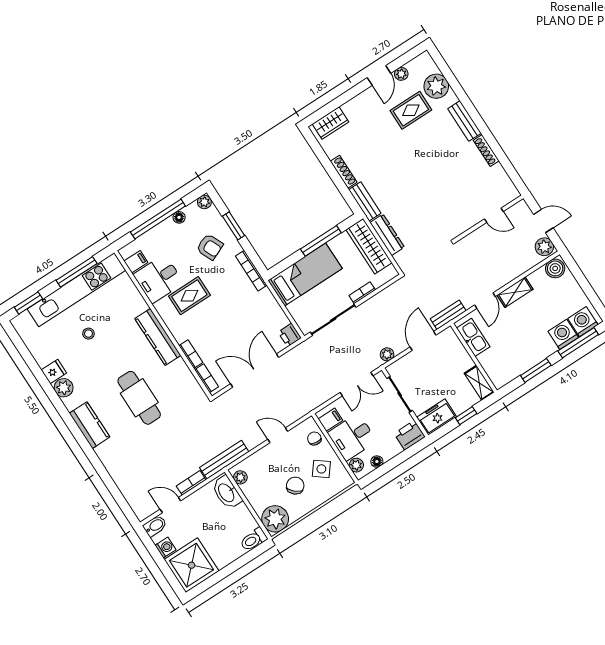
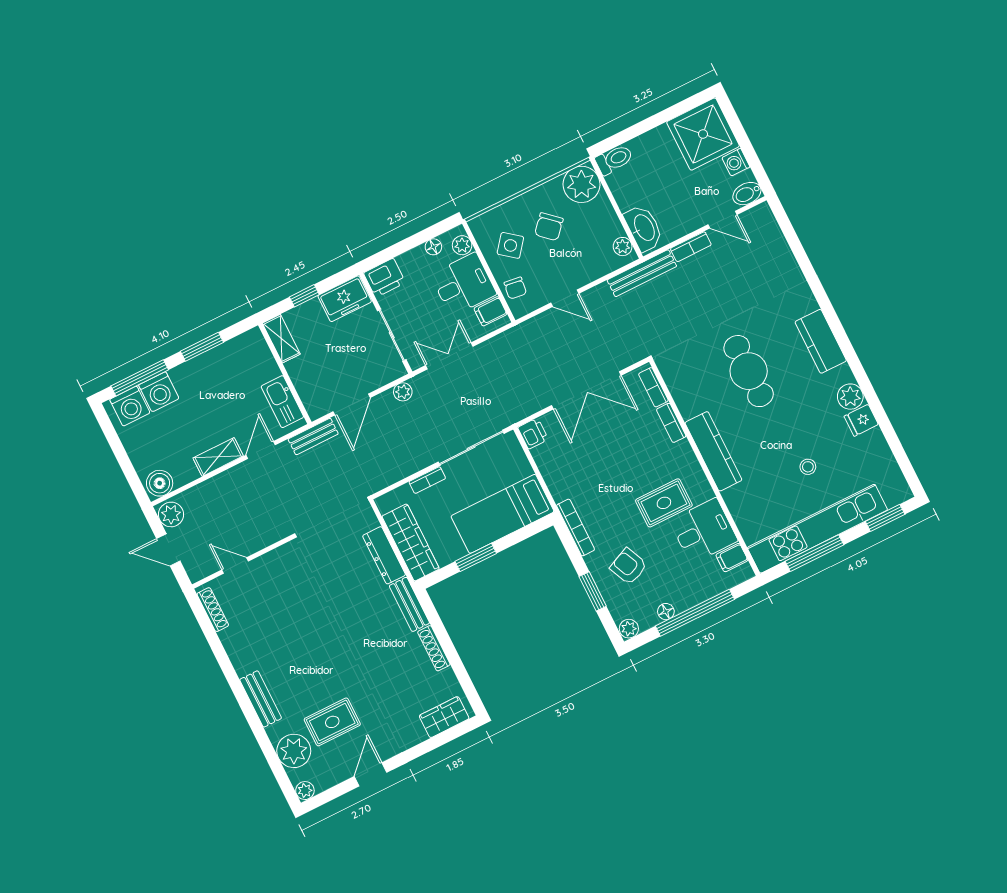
plant: (401, 74) -> (305, 791), moved
shoe rack: (486, 151) -> (213, 610), moved
window: (321, 241) -> (476, 557), width x0.69

